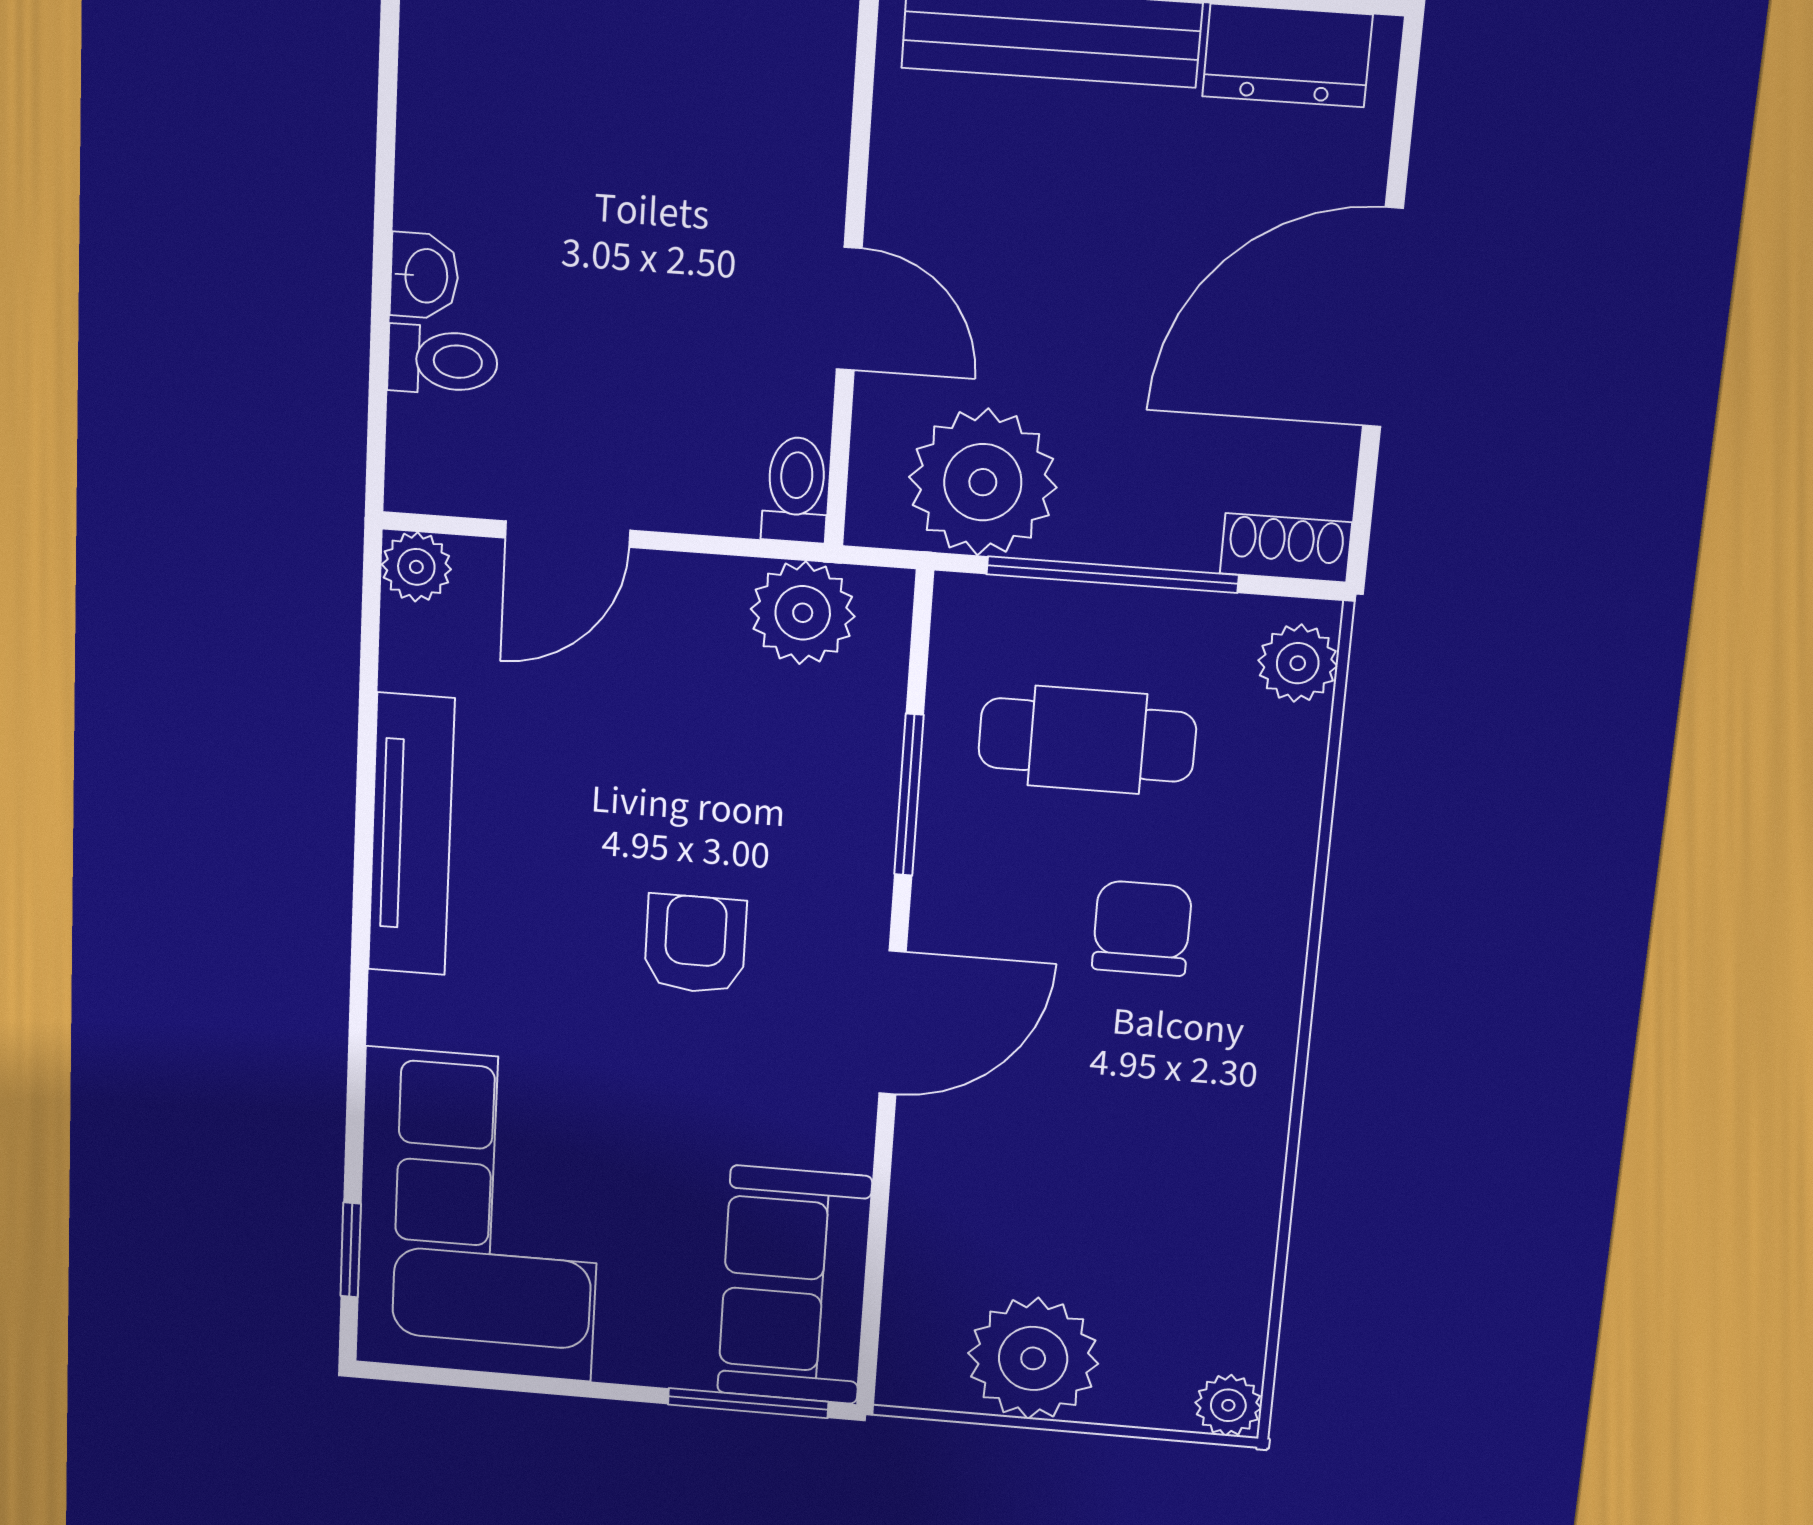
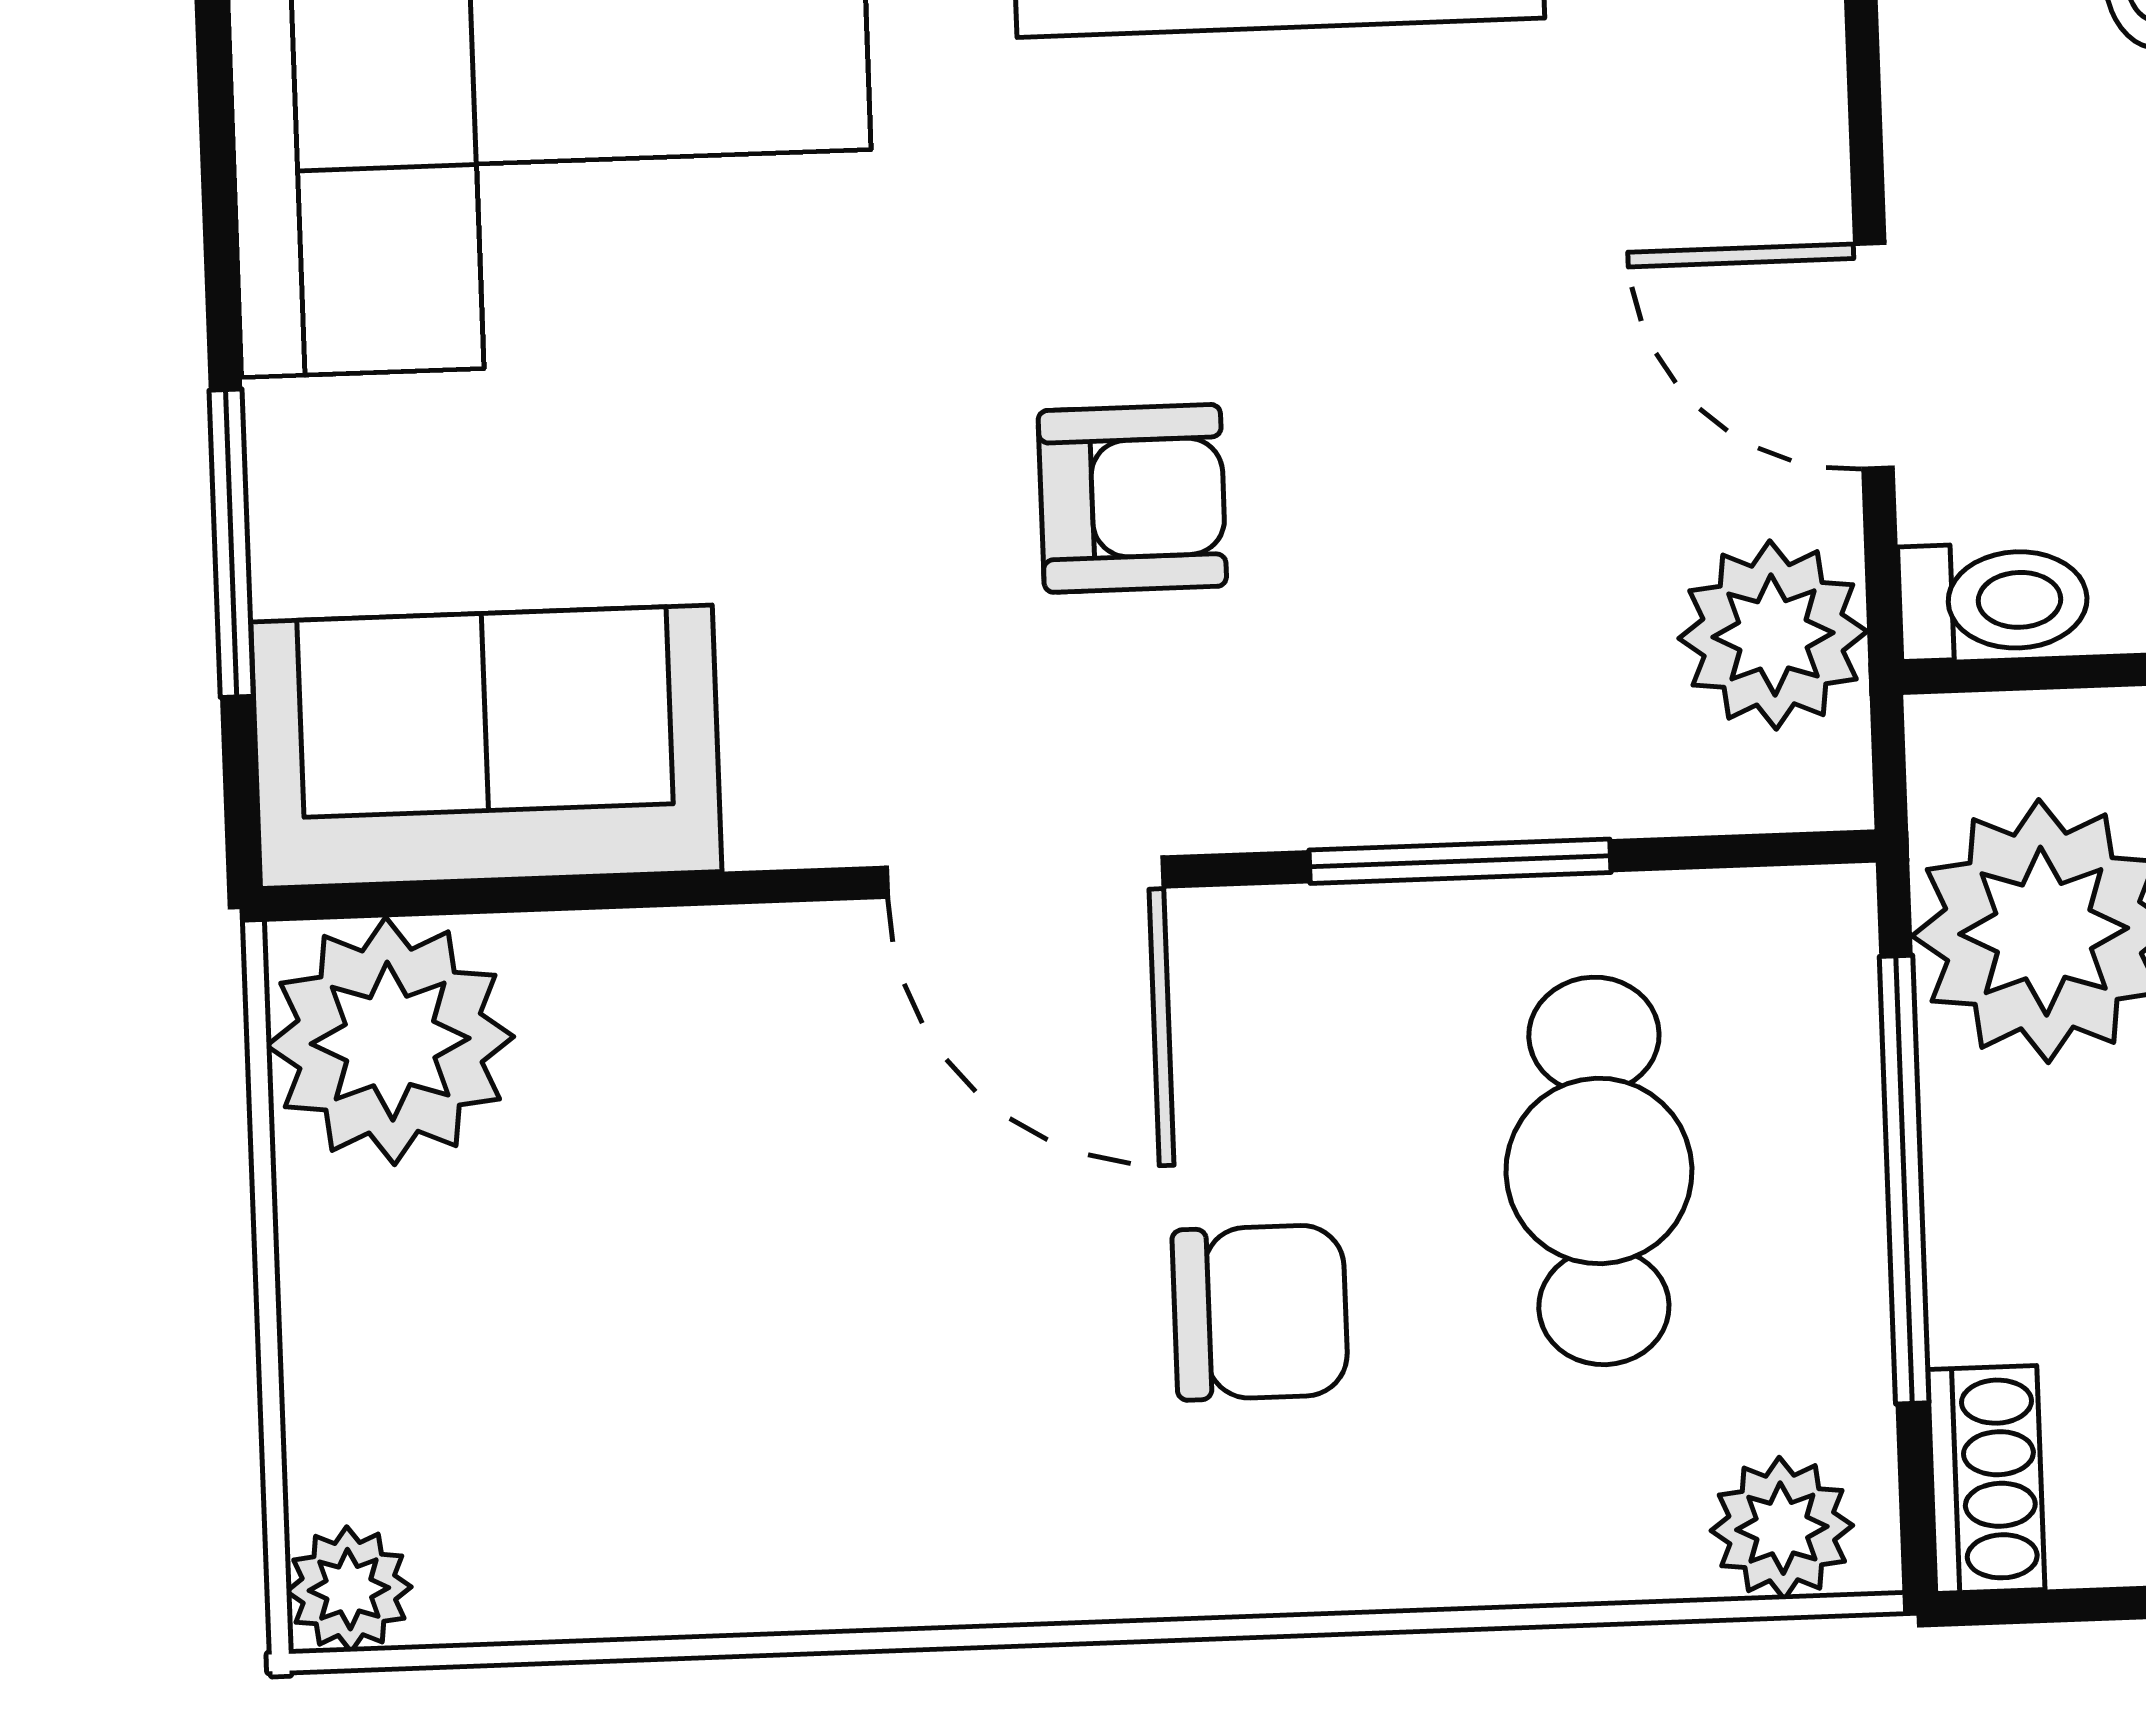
door: (568, 534) -> (1874, 356), moved
plant: (1033, 1358) -> (390, 1041), moved
window: (748, 1403) -> (231, 543), moved

